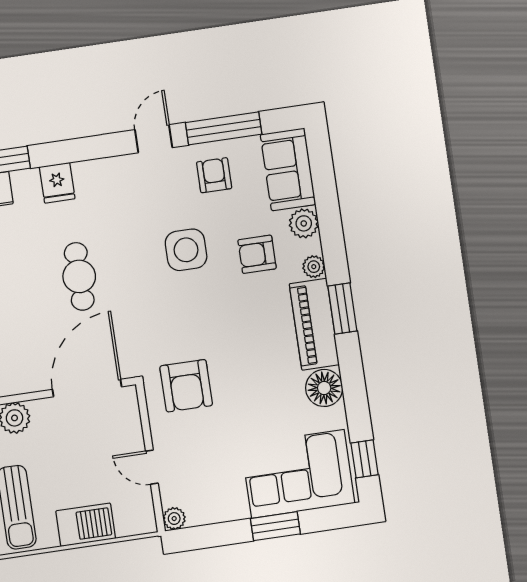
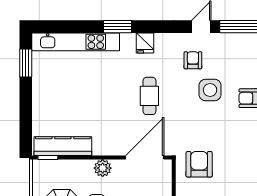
armchair: (214, 175) -> (193, 60), moved
armchair: (186, 386) -> (199, 164), turned 180

